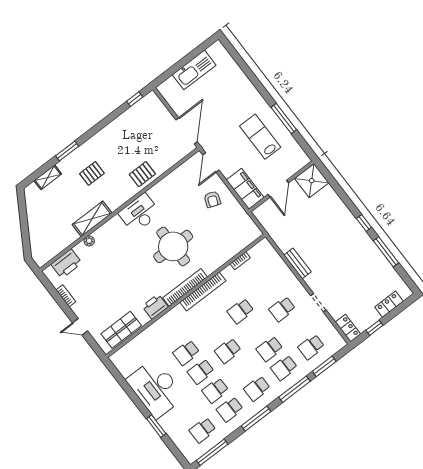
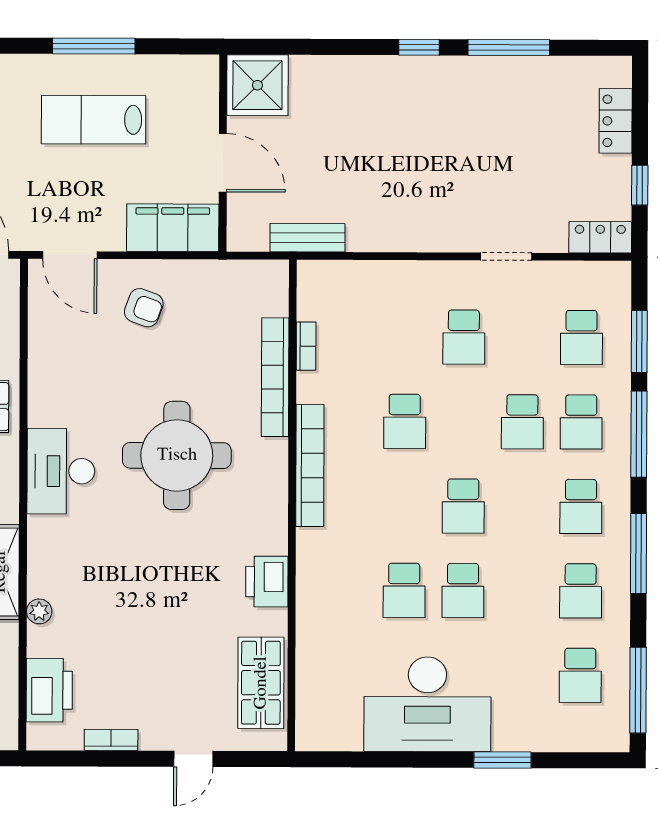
bench: (298, 263) -> (308, 238), moved
bookcase: (185, 287) -> (275, 377), moved
school desk: (215, 390) -> (522, 591), removed

